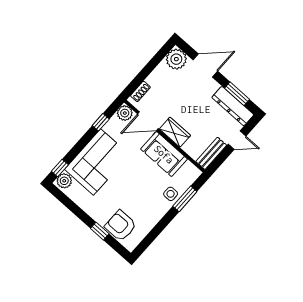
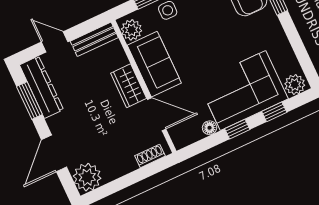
door: (205, 66) -> (54, 153), hinge flipped
plant: (125, 113) -> (132, 30), moved
window: (101, 122) -> (237, 129), moved
floor lamp: (109, 127) -> (210, 128), added
window: (60, 168) -> (274, 112), moved

